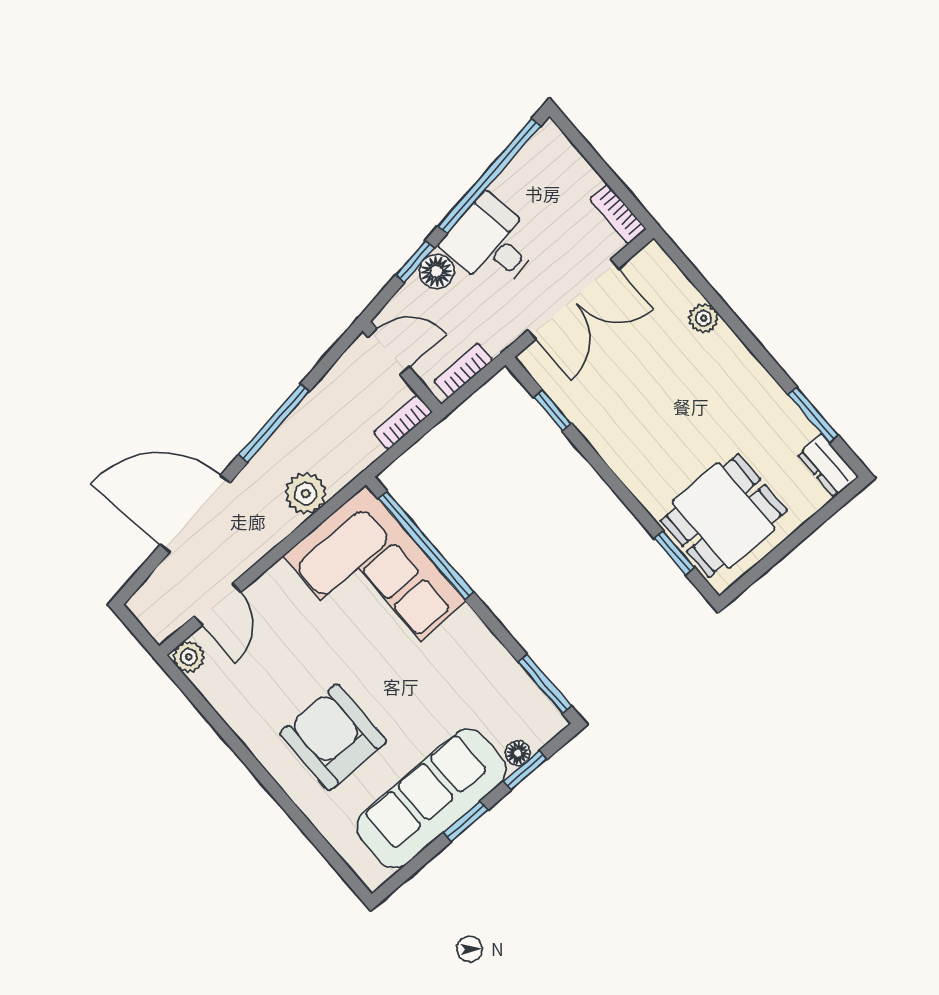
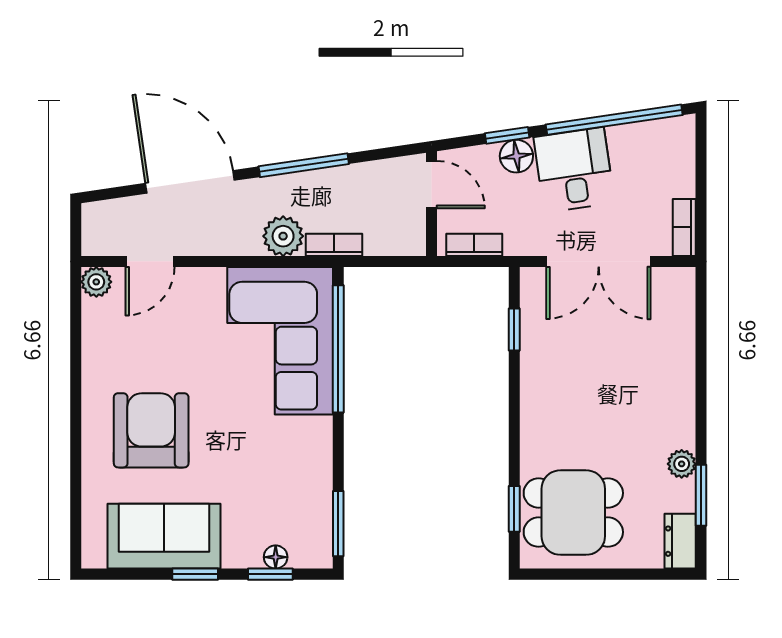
plant: (704, 318) -> (682, 464), moved
bookcase: (403, 422) -> (334, 245), moved
sofa: (431, 799) -> (164, 536), width x0.73

